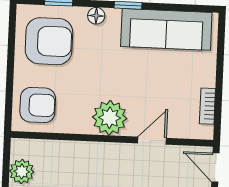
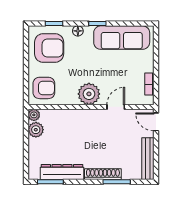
plant: (20, 148) -> (34, 115), added

